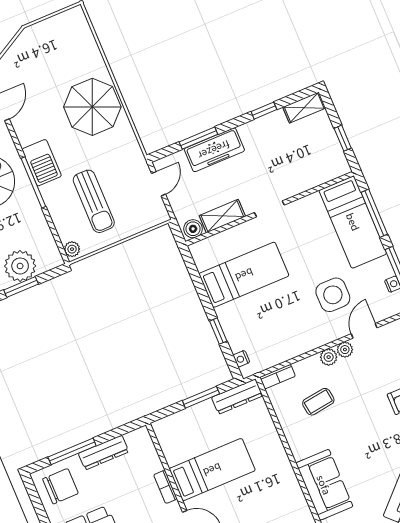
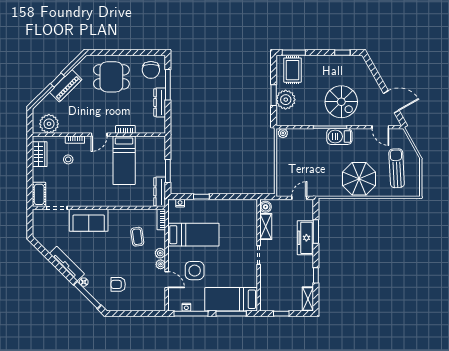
door: (159, 184) -> (299, 198), swing flipped
sun lounger: (94, 201) -> (397, 168), moved, turned 87
bed: (244, 275) -> (193, 235), moved, turned -90

